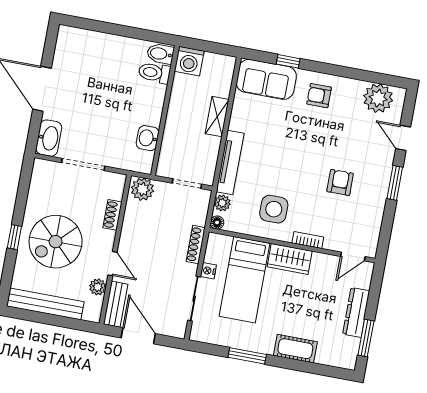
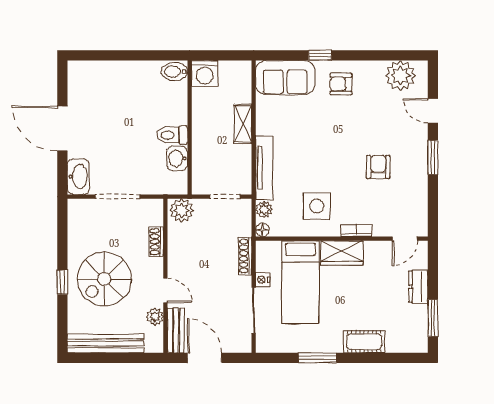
window: (288, 61) -> (320, 55), moved
toilet: (154, 73) -> (172, 135), moved
dresser: (356, 312) -> (418, 287), width x0.70

